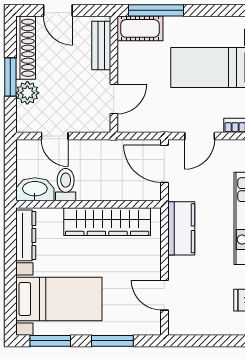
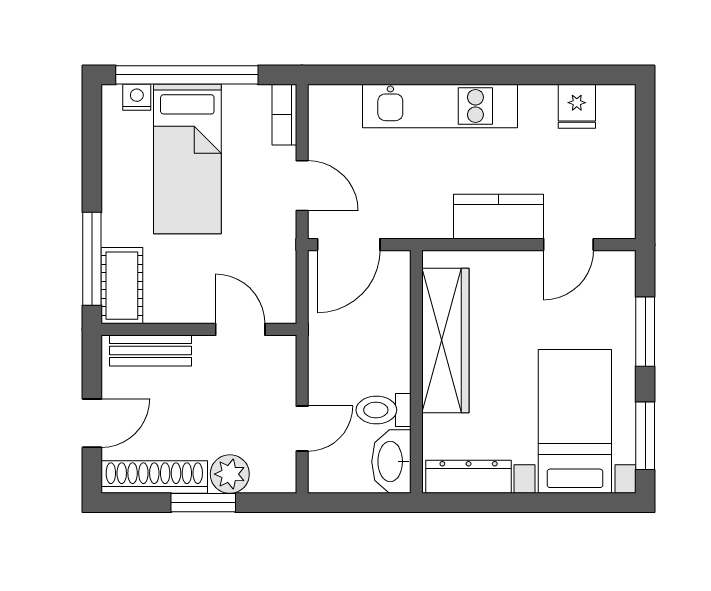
kitchen counter: (181, 228) -> (499, 217), moved

